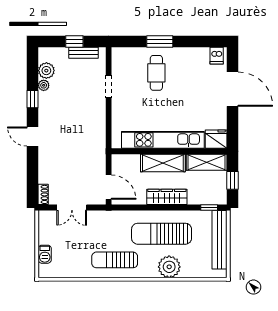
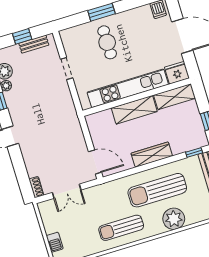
fridge: (216, 139) -> (177, 73), moved
kitchen unit: (163, 140) -> (128, 88), moved
wall: (169, 151) -> (137, 97), moved
shelving: (207, 162) -> (175, 97), moved
shelving: (163, 163) -> (134, 110), moved

